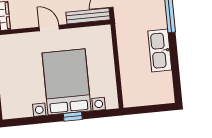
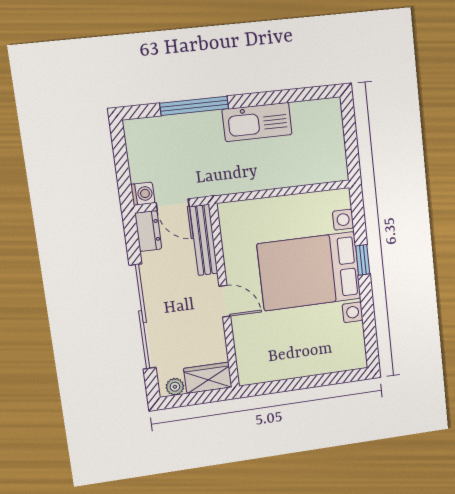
door: (49, 28) -> (225, 301), swing flipped

